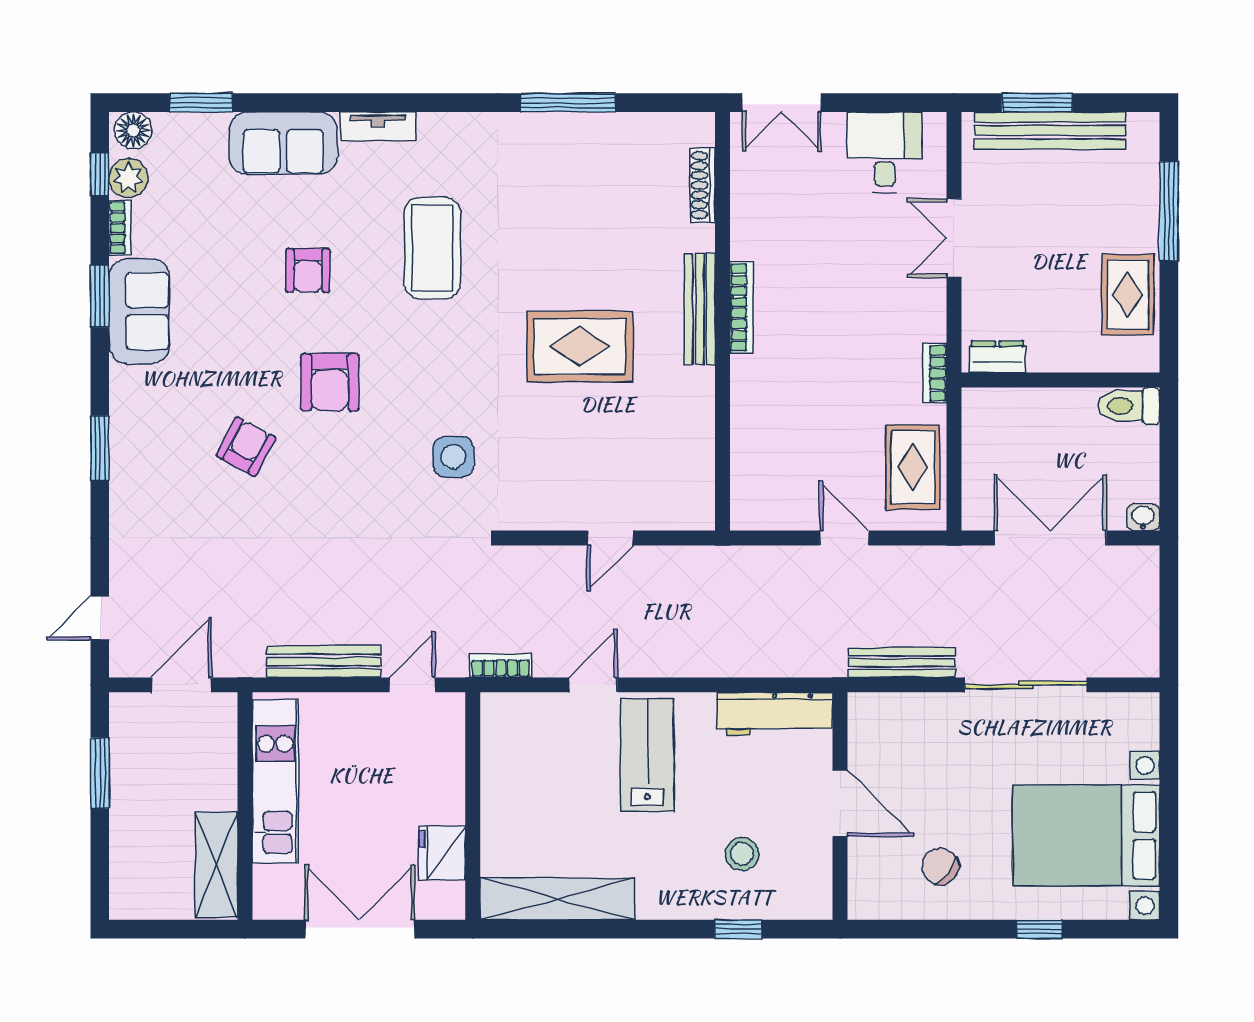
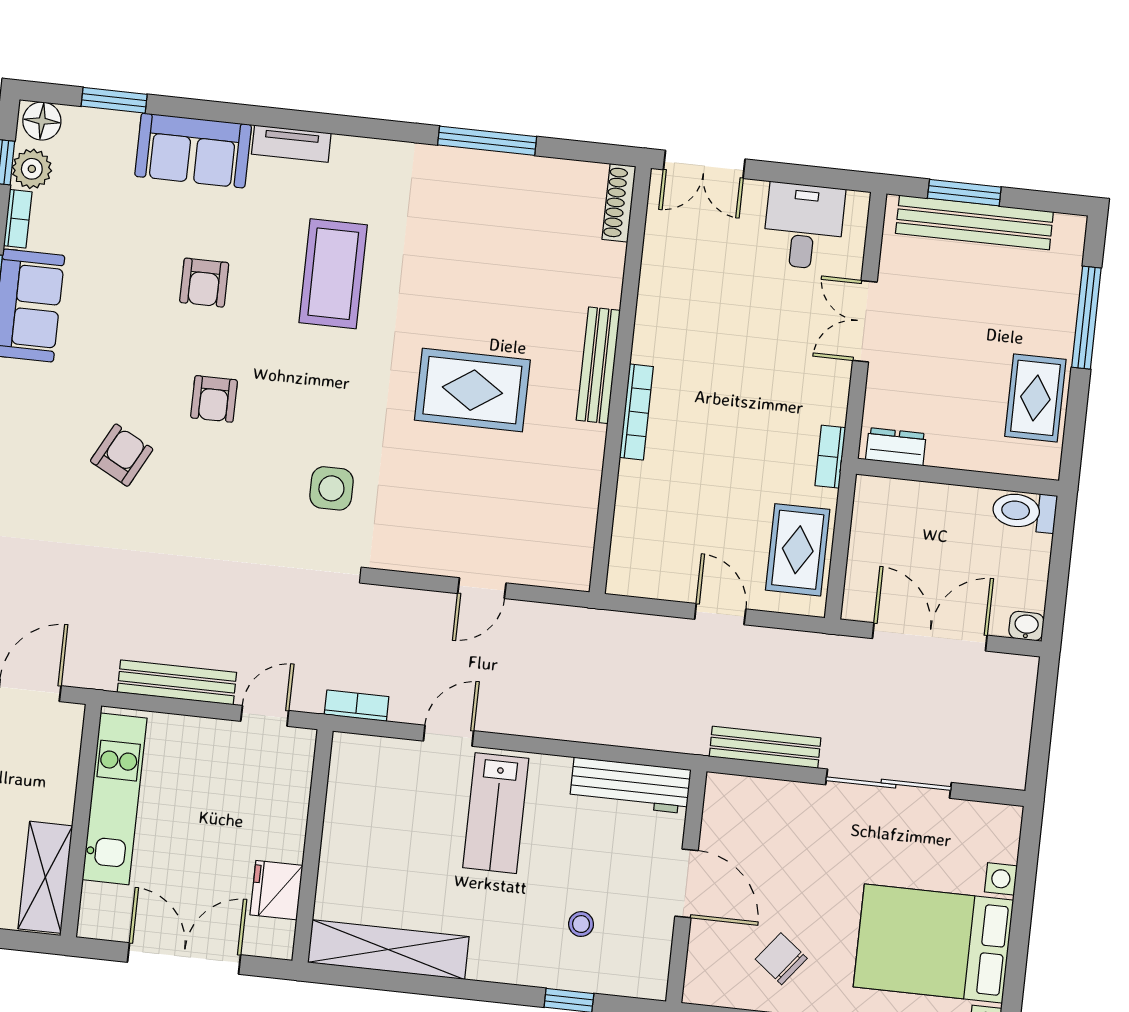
shoe rack: (702, 185) -> (619, 203), moved
bookcase: (742, 308) -> (636, 412), moved
armchair: (330, 382) -> (214, 399), width x0.72, depth x0.72
lab bench: (647, 755) -> (496, 813), turned 180
stool: (742, 854) -> (581, 924), width x0.73, depth x0.73

